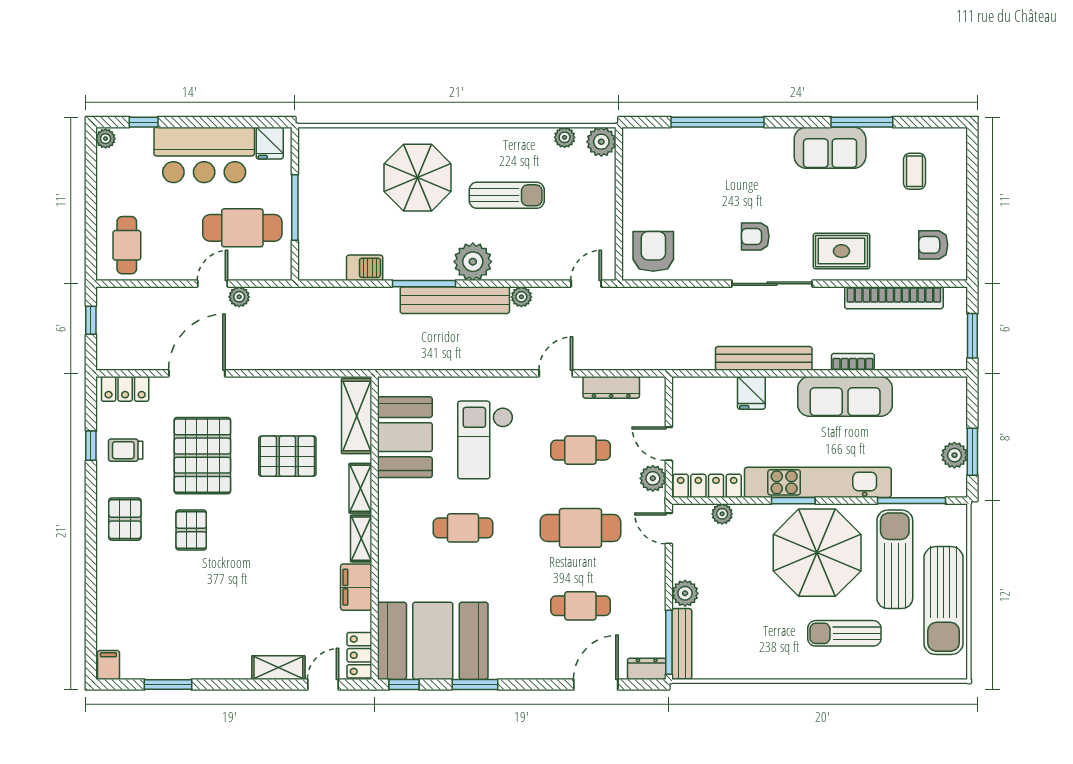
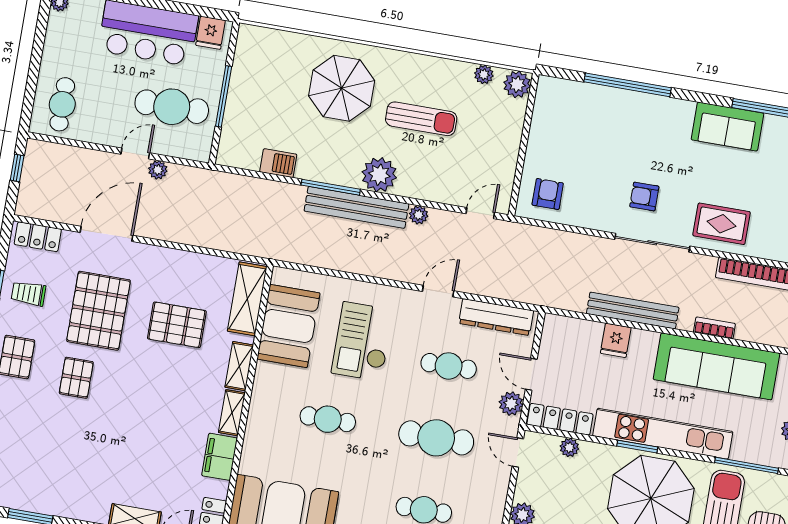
armchair: (653, 251) -> (548, 194), width x0.72, depth x0.72
dresser: (611, 387) -> (496, 317), width x1.37, depth x1.24
sofa: (845, 396) -> (716, 366), width x1.36, depth x1.27

